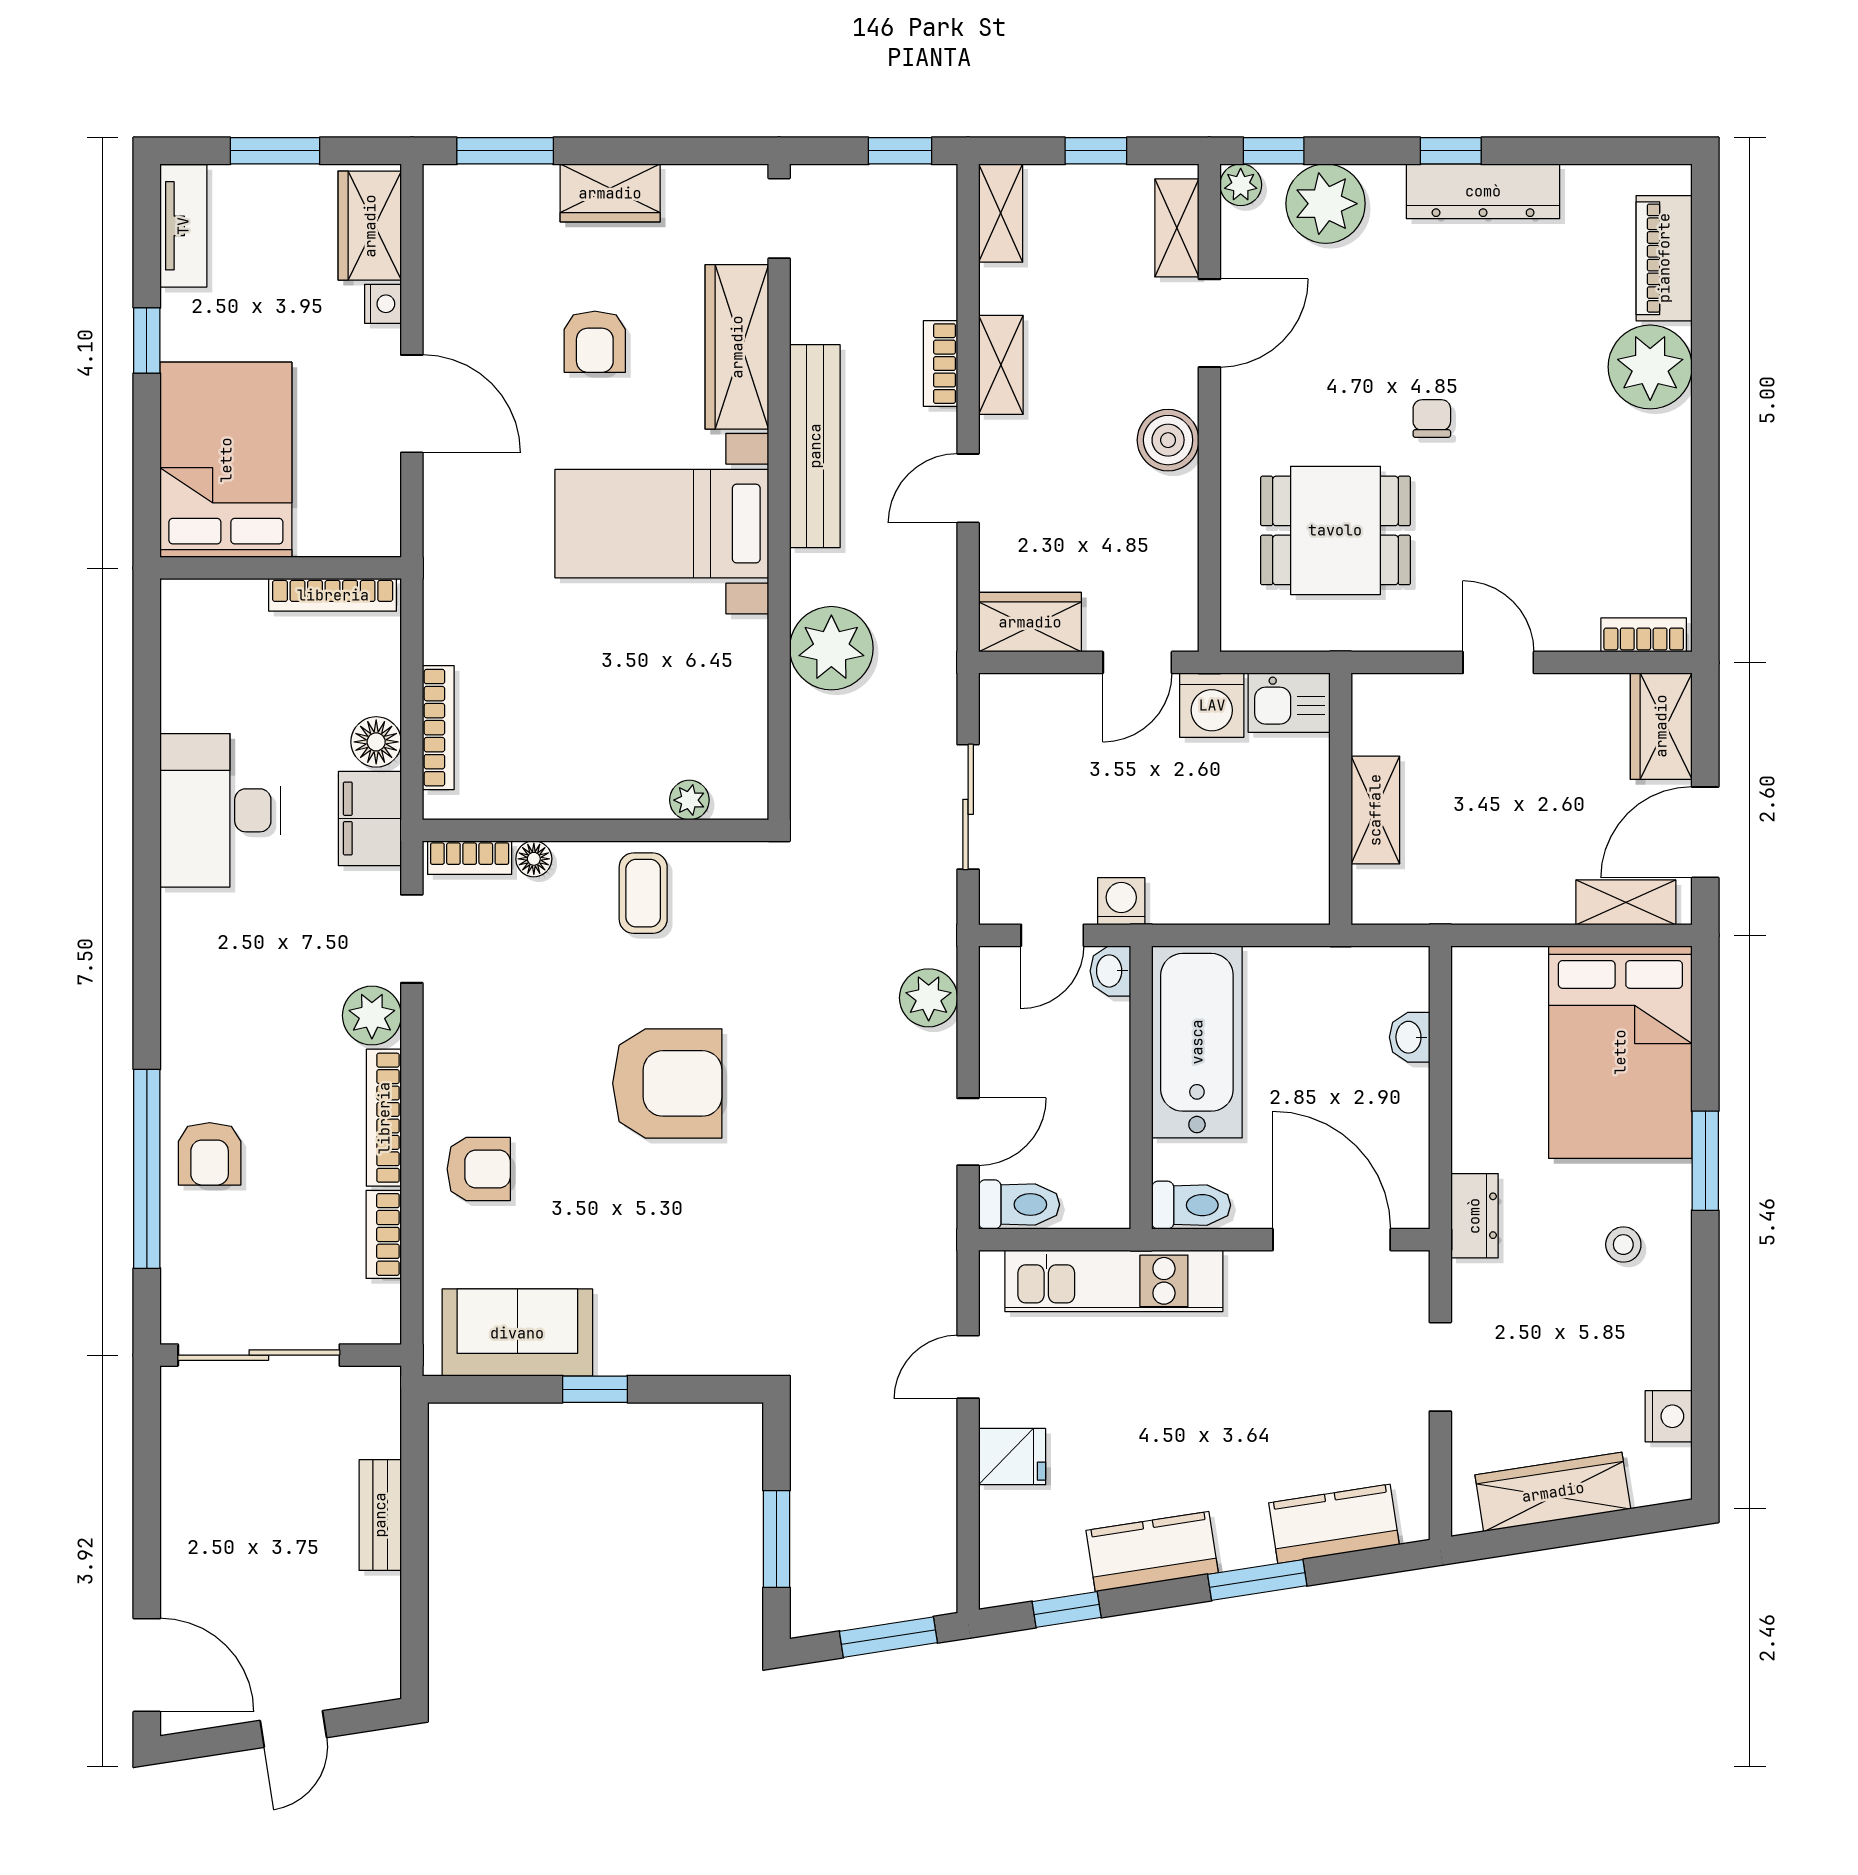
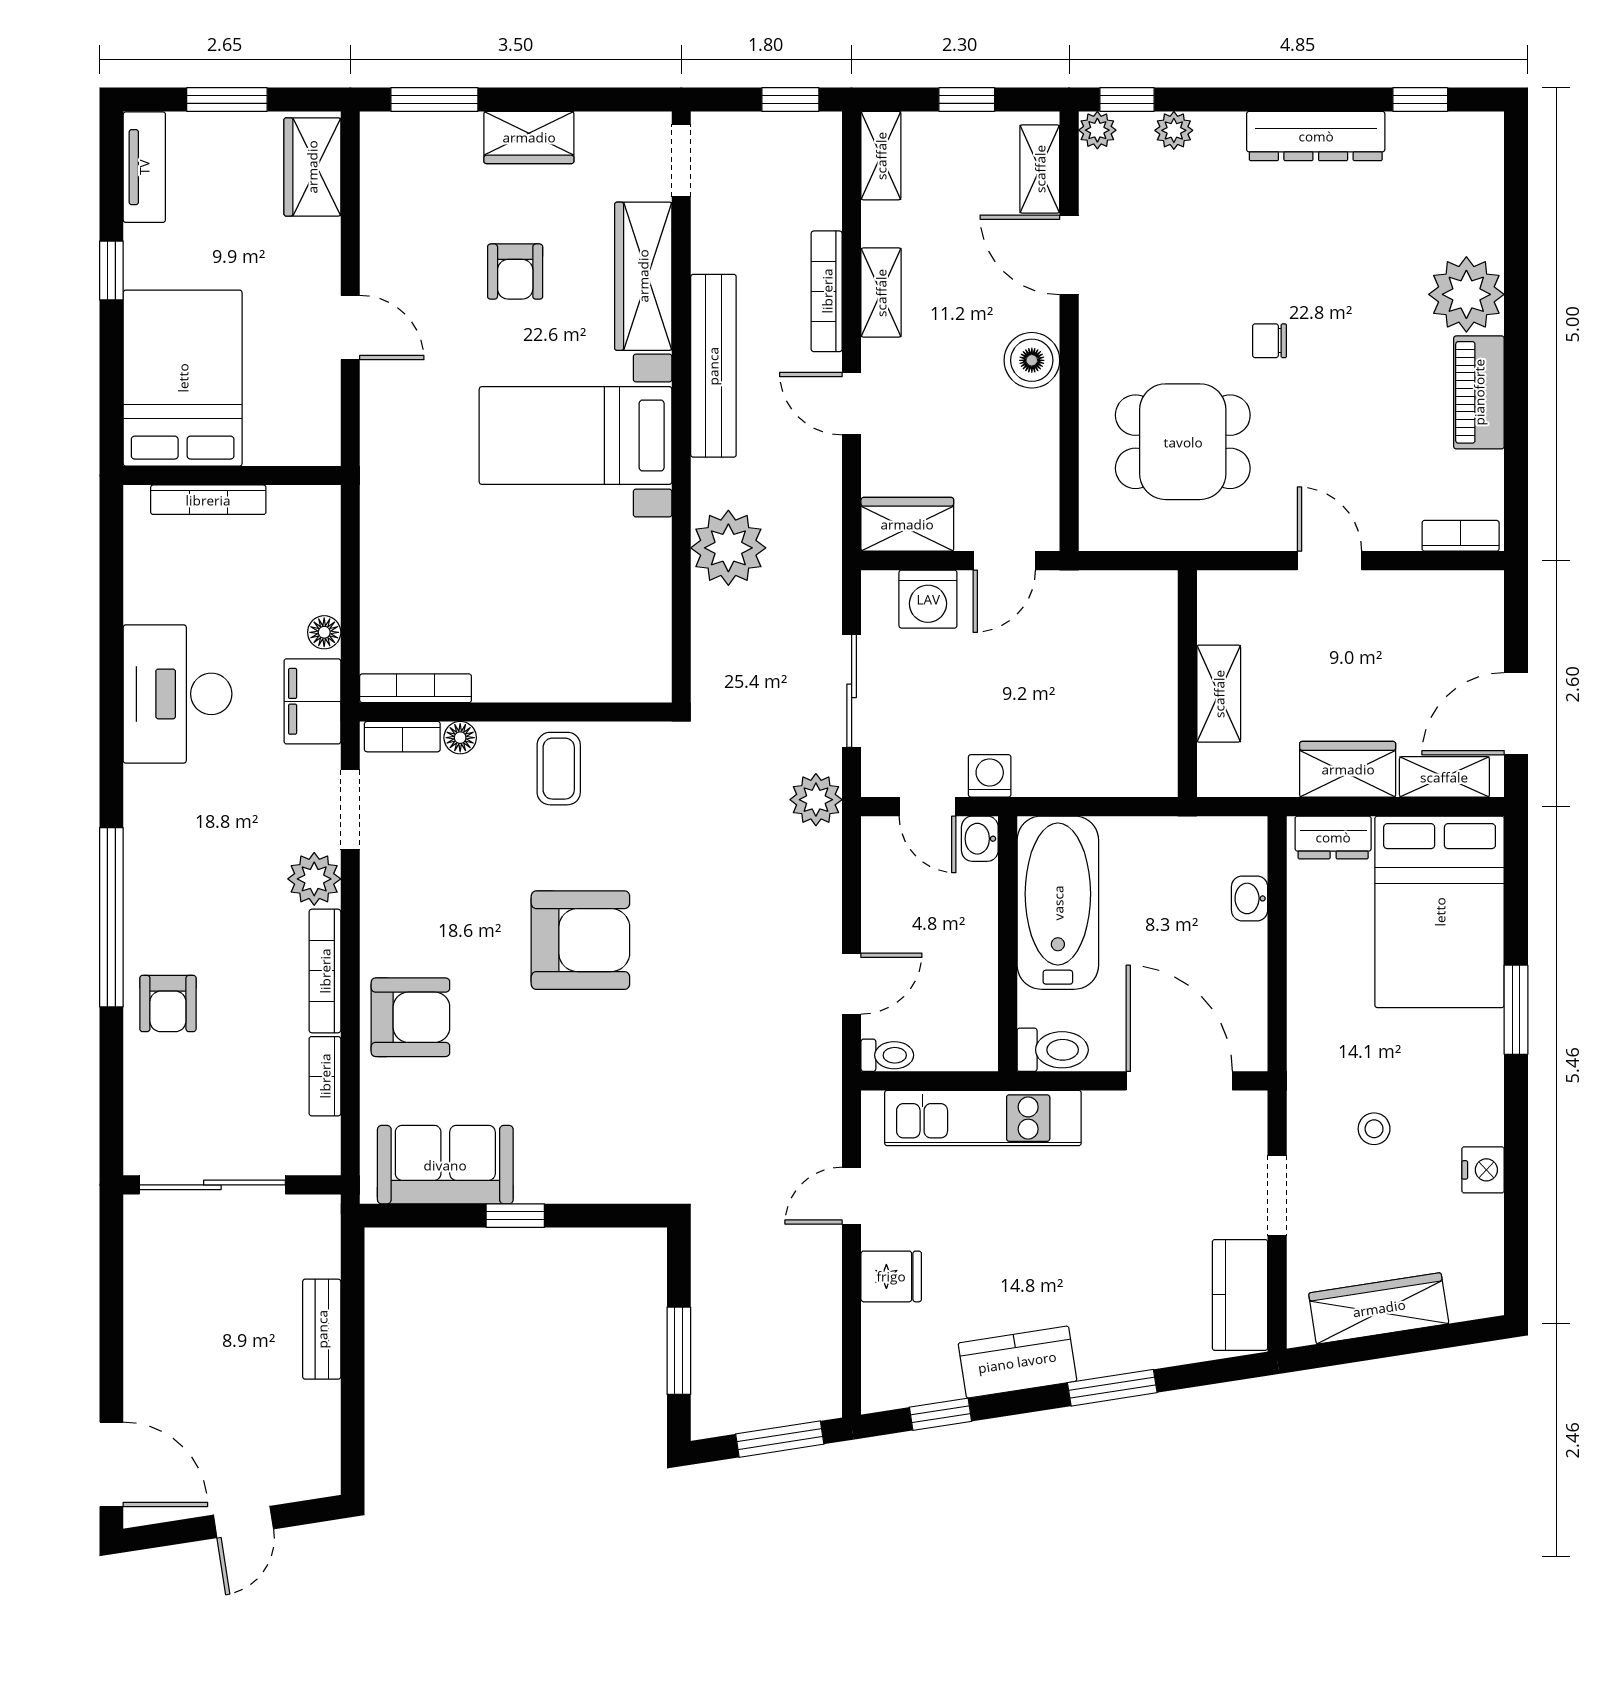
window: (1451, 151) -> (1420, 100), moved
plant: (1326, 204) -> (1174, 130), width x0.53, depth x0.53
piano: (1664, 258) -> (1479, 392), moved
nightstand: (383, 304) -> (324, 237), removed
door: (1209, 323) -> (1069, 255), swing flipped
bookcase: (940, 364) -> (827, 291), width x1.56
door: (412, 404) -> (350, 328), width x0.73
chair: (1432, 418) -> (1270, 341), turned -90
door: (968, 488) -> (852, 404), hinge flipped
bookcase: (333, 595) -> (208, 500), moved
kitchen sink: (1289, 703) -> (1141, 597), removed
washing machine: (1212, 705) -> (928, 599), moved
wardrobe: (1661, 726) -> (1348, 769), moved, turned 90
bookcase: (438, 728) -> (416, 688), moved, turned -90
floor lamp: (376, 742) -> (324, 632), width x0.73, depth x0.73
plant: (689, 800) -> (600, 685), removed
door: (1052, 935) -> (928, 807), hinge flipped
plant: (929, 998) -> (816, 800), moved
window: (147, 1169) -> (111, 917), moved
armchair: (479, 1169) -> (410, 1017), width x1.38, depth x1.38
toilet: (1019, 1205) -> (887, 1055), width x0.73, depth x0.72
dresser: (1474, 1216) -> (1333, 837), moved, turned 90
stool: (1623, 1245) -> (1374, 1129), moved
nightstand: (1669, 1416) -> (1483, 1170), moved
kitchen counter: (1334, 1524) -> (1240, 1295), moved, turned -81

